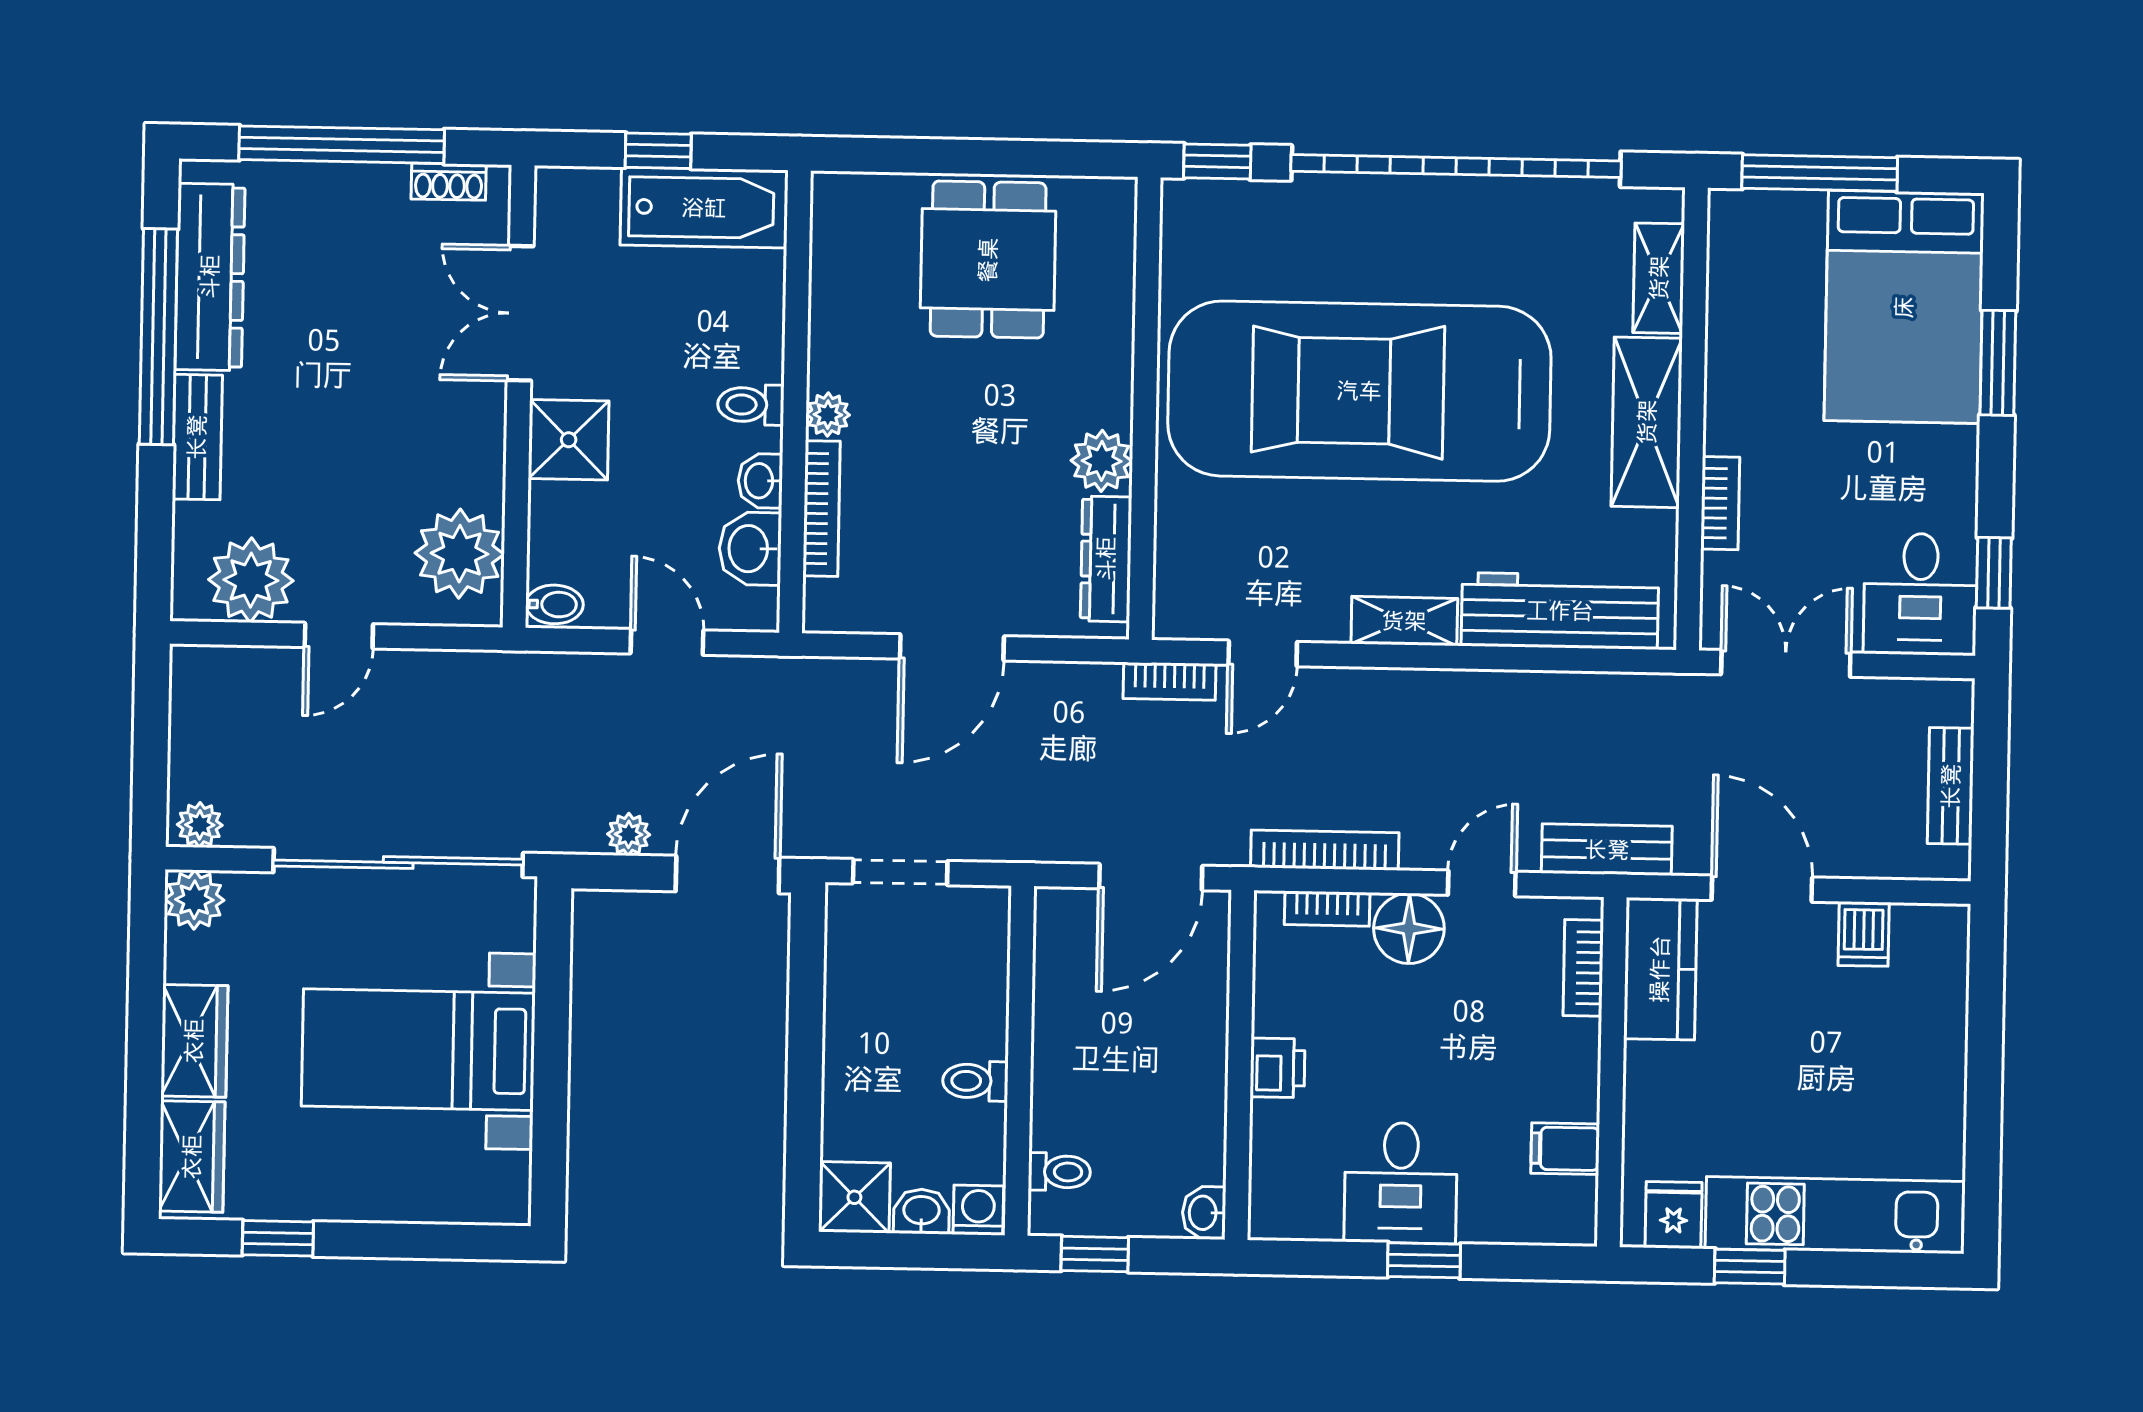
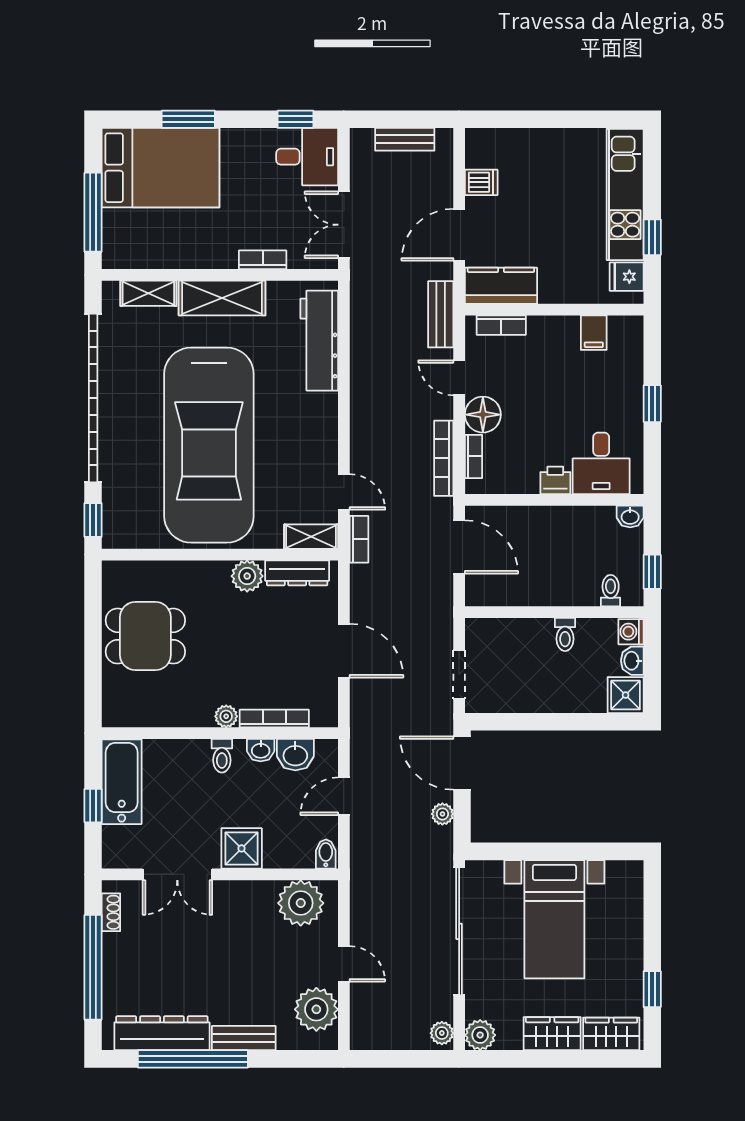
shelving: (1404, 621) -> (311, 537), moved, turned 90
desk: (1401, 1183) -> (601, 463), moved, turned 90

